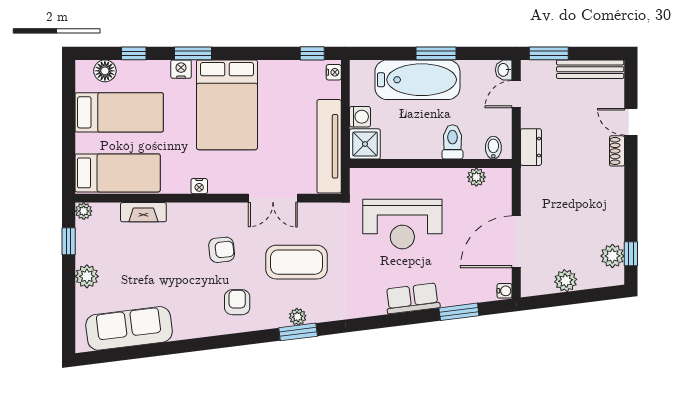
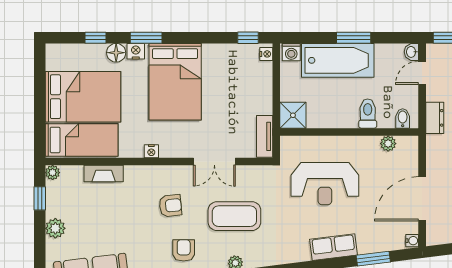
floor lamp: (105, 71) -> (116, 53), moved
bed: (119, 112) -> (83, 97), width x1.50
washing machine: (360, 117) -> (291, 52), moved, turned 90
tv unit: (329, 146) -> (265, 136), width x0.52, depth x0.78

